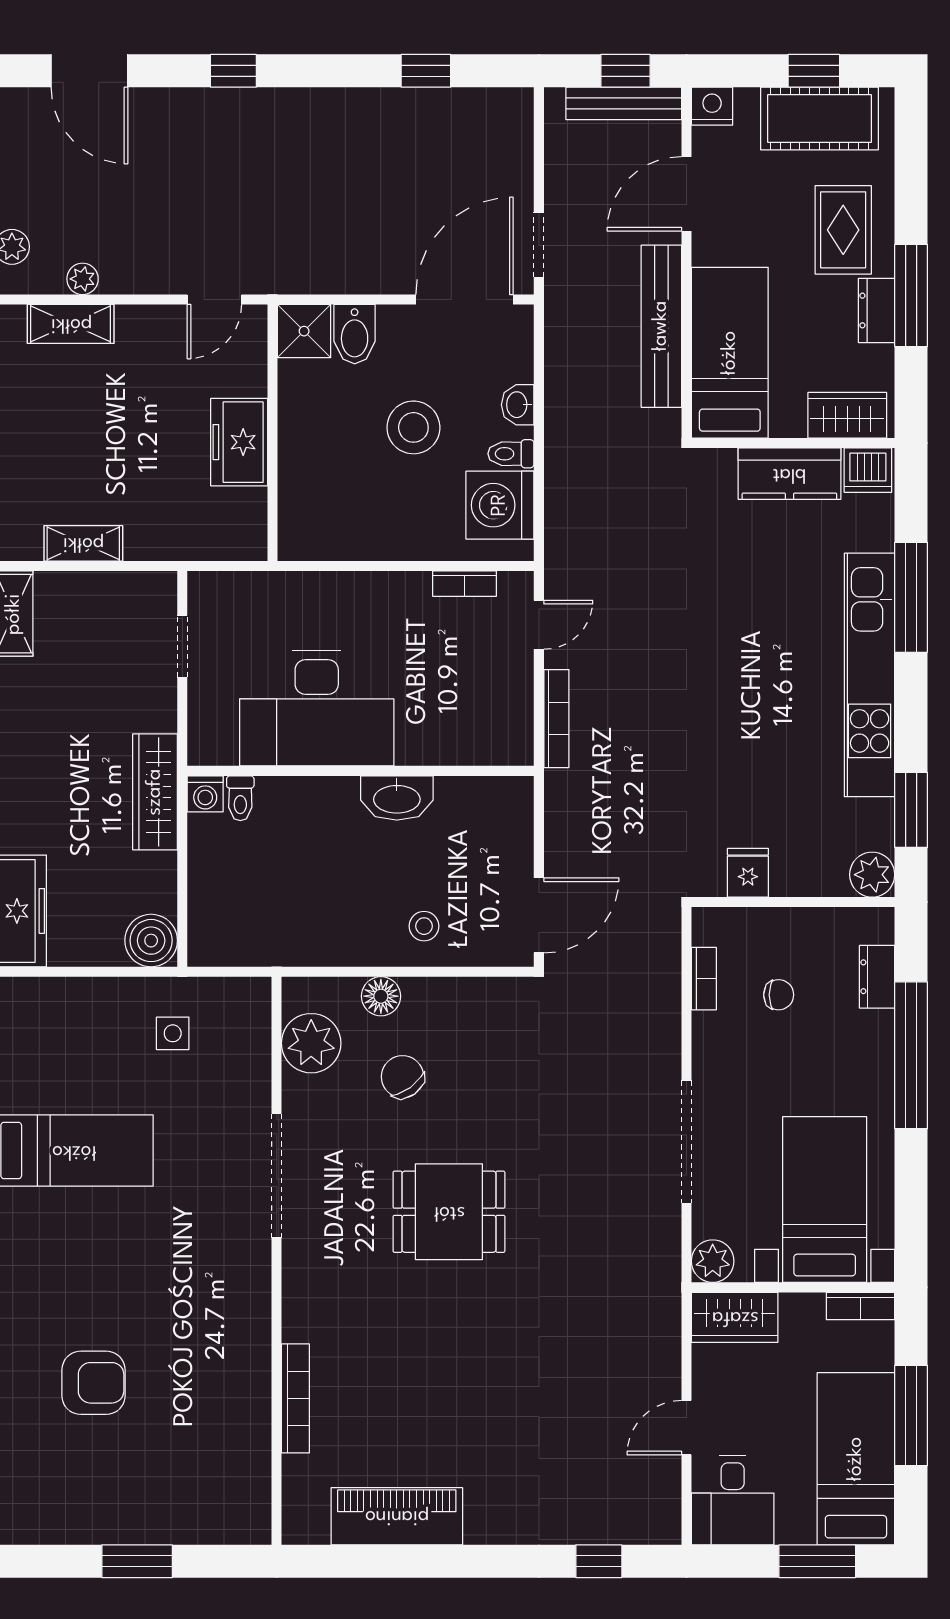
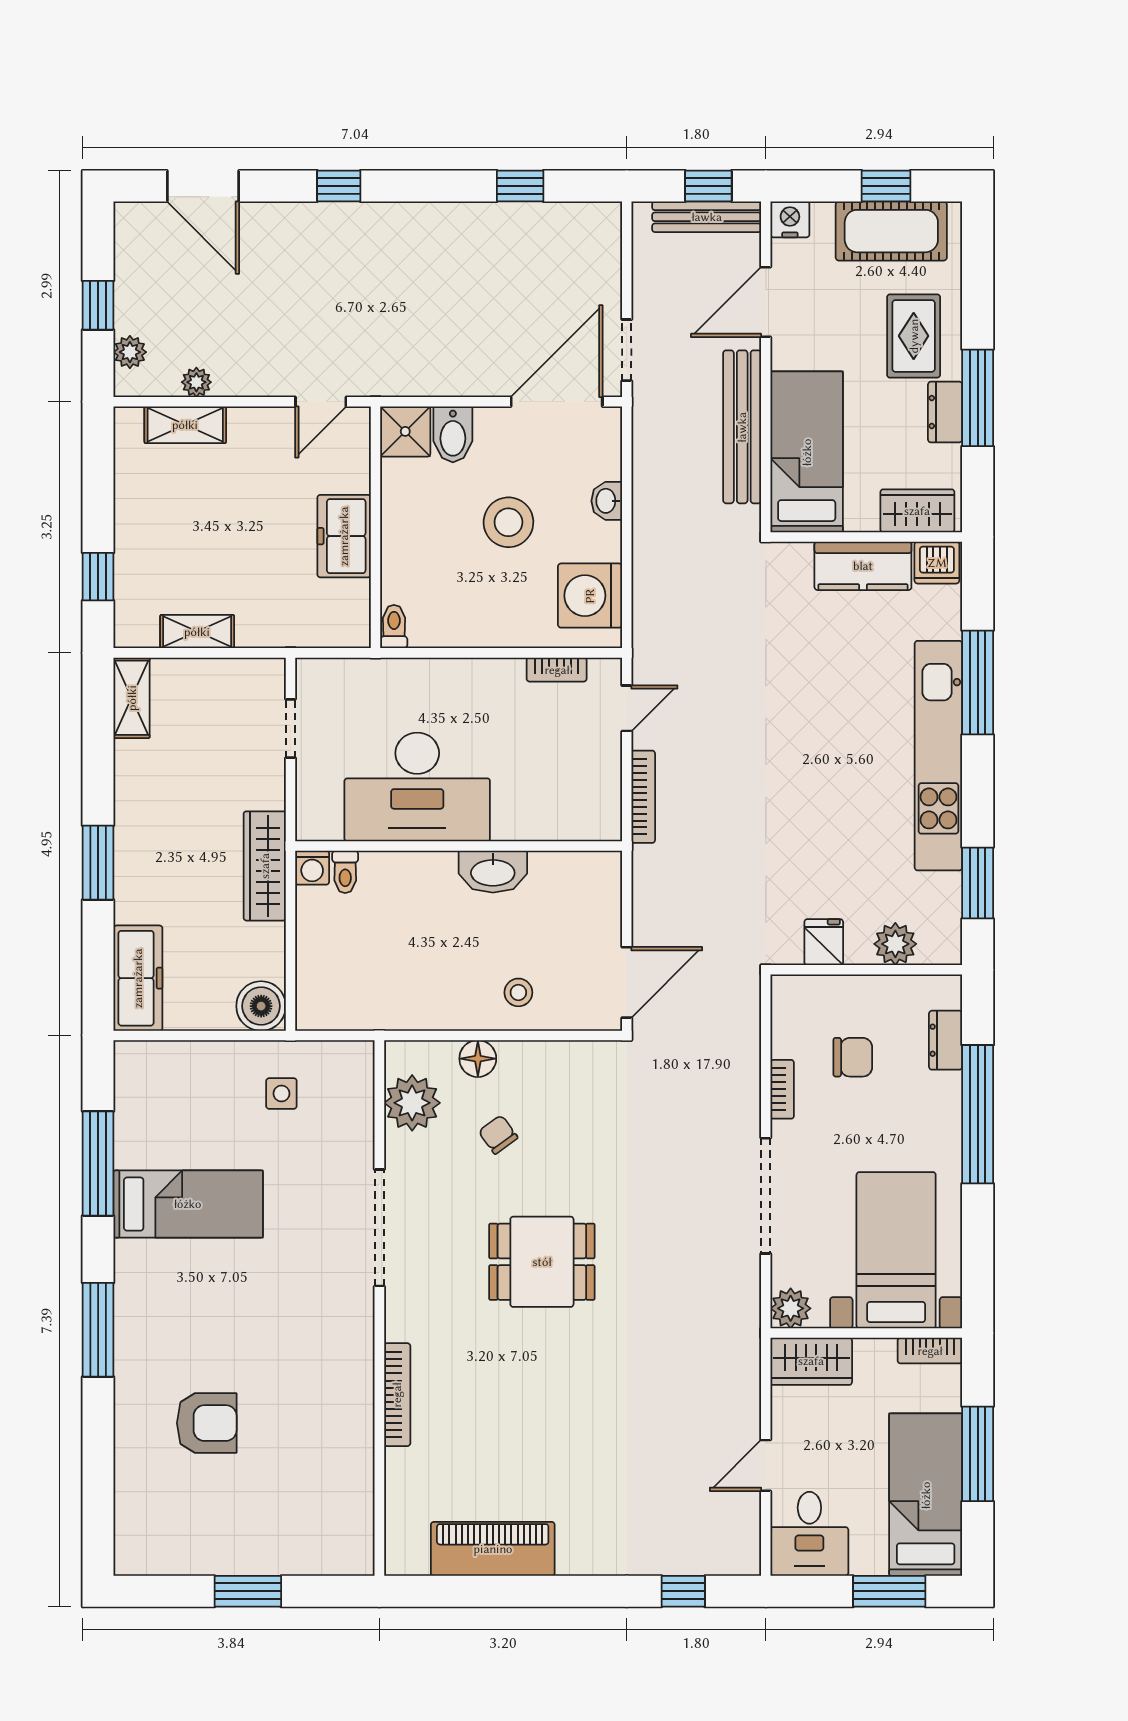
toilet: (511, 454) -> (394, 627), moved, turned 90
plant: (872, 875) -> (895, 944), moved
bookcase: (704, 979) -> (782, 1089), moved
chair: (779, 995) -> (853, 1057), width x1.37, depth x1.37
chair: (403, 1077) -> (498, 1134), width x0.73, depth x0.73
bookcase: (295, 1398) -> (397, 1395), moved

